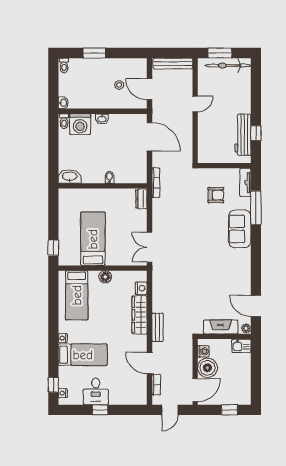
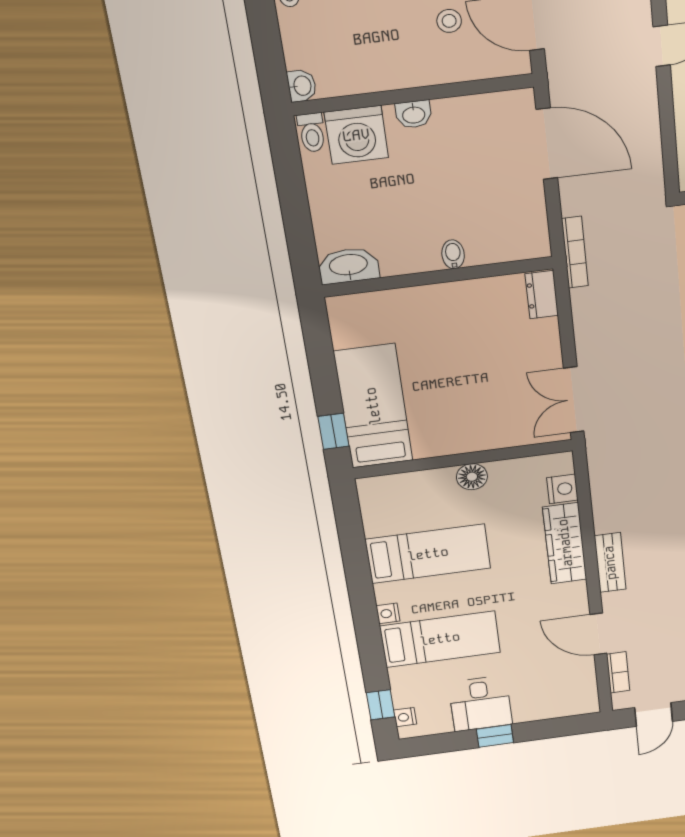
bed: (93, 239) -> (373, 406), moved
bed: (77, 295) -> (428, 554), moved, turned -90

